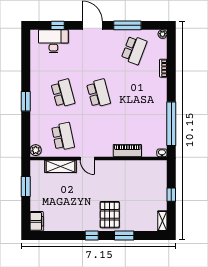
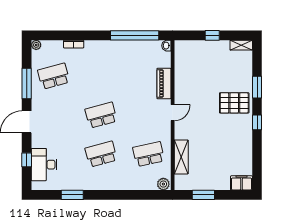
school desk: (134, 50) -> (54, 76), turned -36
window: (26, 101) -> (72, 195), moved
door: (87, 158) -> (173, 113), moved

